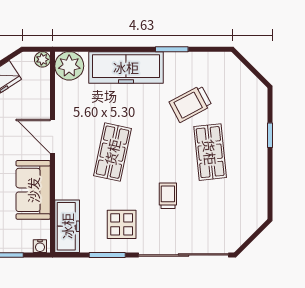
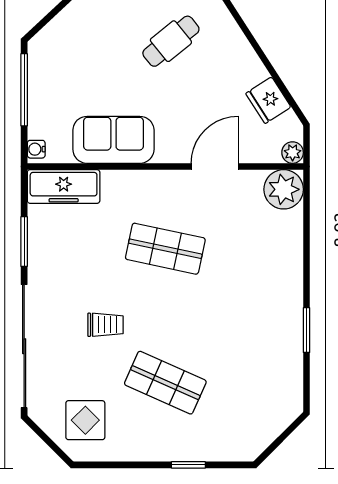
freezer: (126, 67) -> (281, 267), removed
trolley: (190, 104) -> (232, 356), removed
door: (53, 136) -> (215, 166), moved
shop shelf: (210, 152) -> (165, 383), turned 30
display table: (122, 224) -> (85, 420), moved

